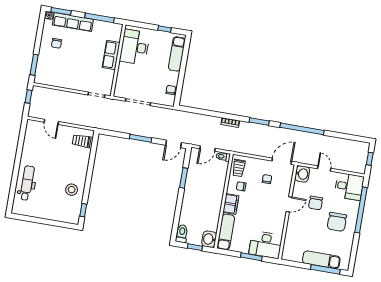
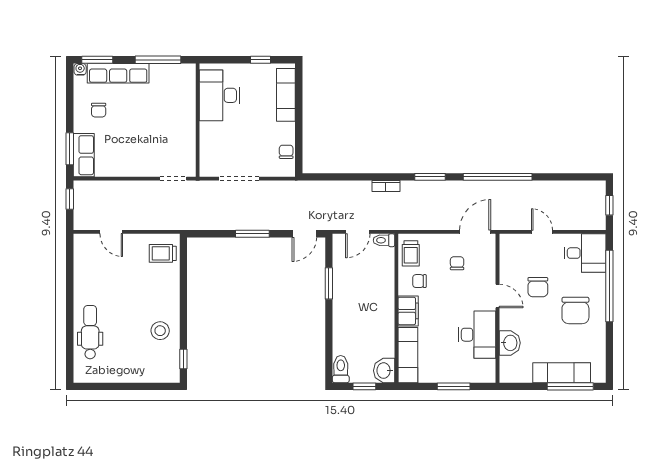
row of seats: (111, 55) -> (84, 155), moved, turned 180
washbasin: (302, 174) -> (510, 343), moved
door: (289, 204) -> (497, 296), hinge flipped
desk: (266, 245) -> (477, 335), moved, turned -90

